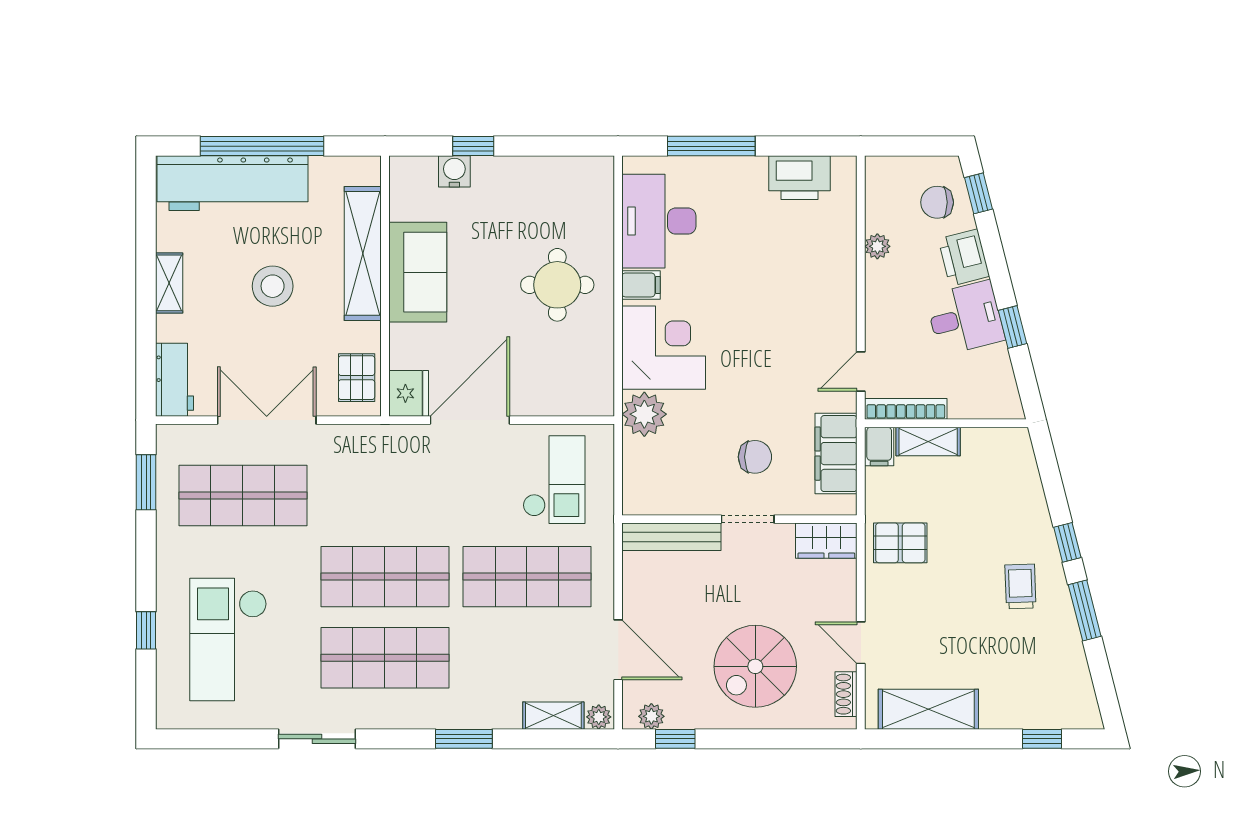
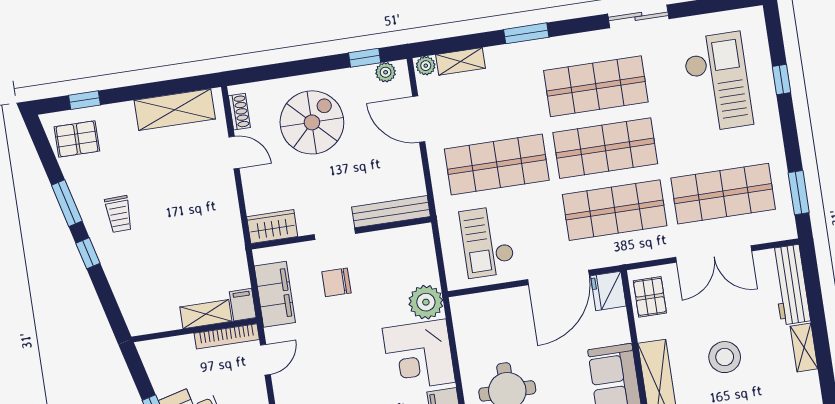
workbench: (175, 380) -> (790, 285), width x1.38
shop shelf: (385, 496) -> (615, 210), added
pallet: (900, 543) -> (77, 139), moved

